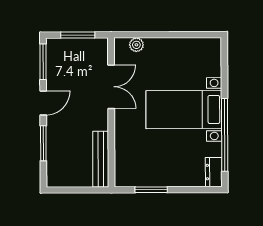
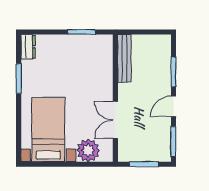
plant: (136, 45) -> (88, 150), width x1.87, depth x1.87
bed with nightstands: (184, 110) -> (48, 130), moved, turned -90
window: (225, 135) -> (19, 79), width x0.47

